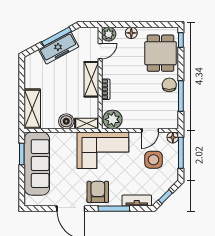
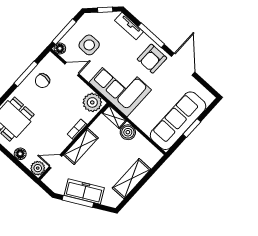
chair: (169, 85) -> (42, 81), moved
shelving: (32, 109) -> (132, 179), moved
window: (22, 154) -> (192, 128), moved

